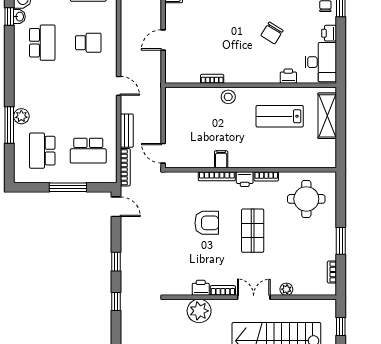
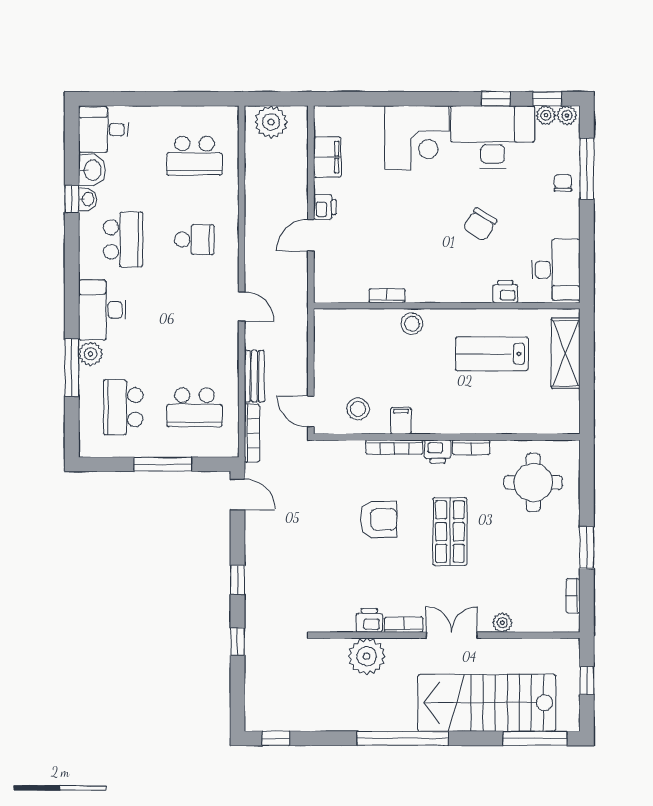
printer: (329, 33) -> (325, 207), moved, turned 180
desk: (29, 88) -> (102, 310), added
stool: (193, 152) -> (358, 409), added

